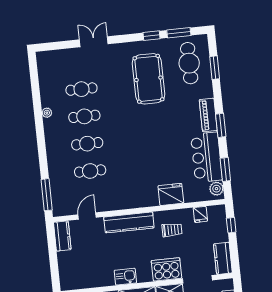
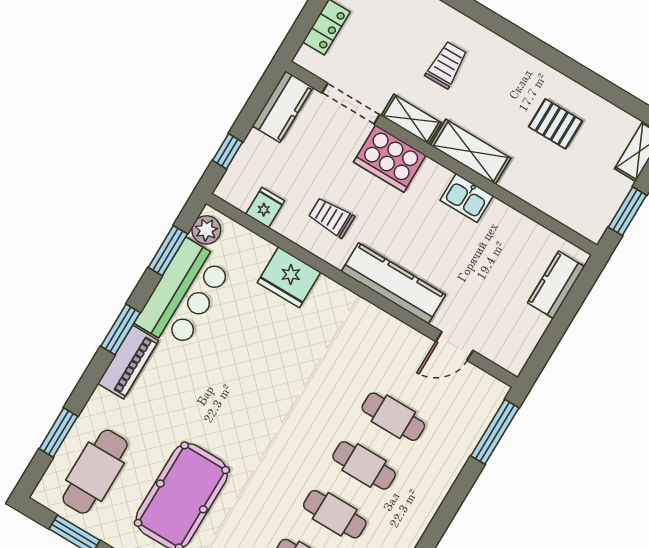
kitchen counter: (62, 236) -> (556, 285), moved

